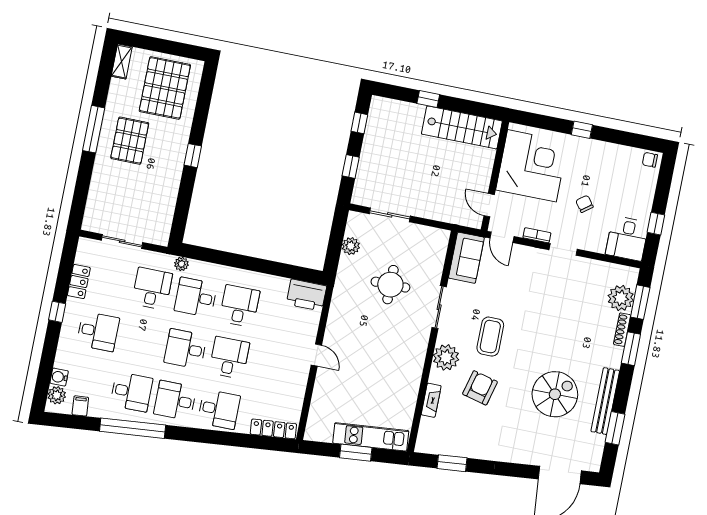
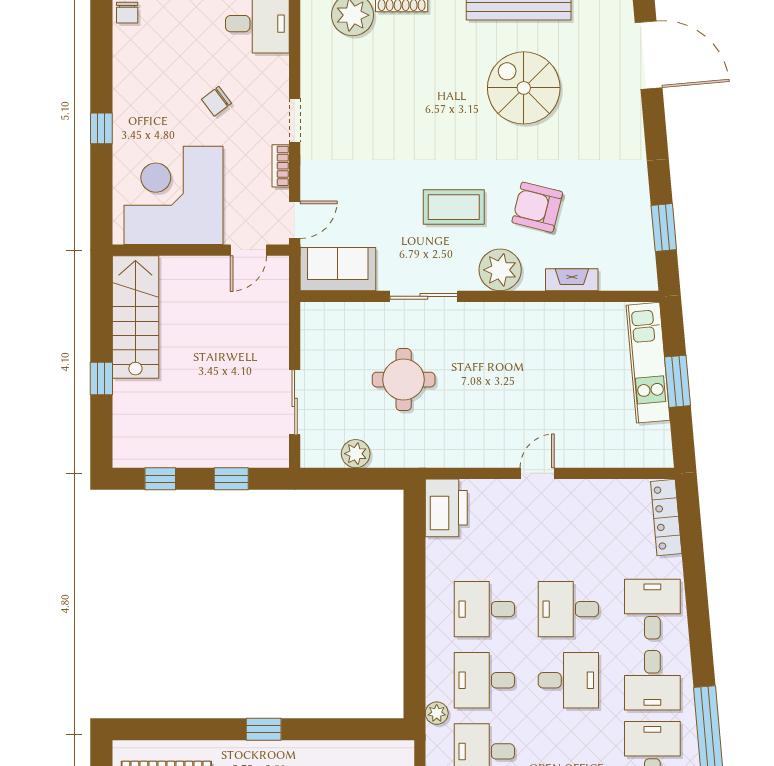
desk: (196, 297) -> (484, 680), turned 90
desk: (185, 349) -> (568, 680), turned -90

